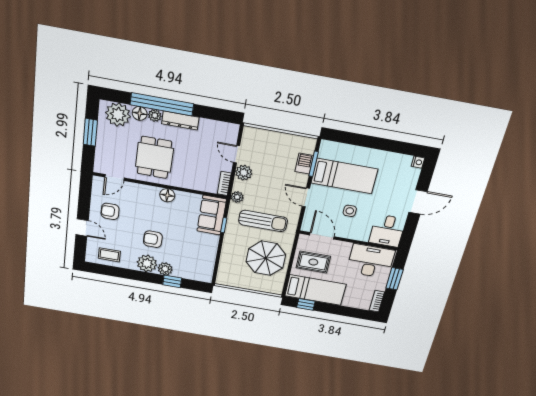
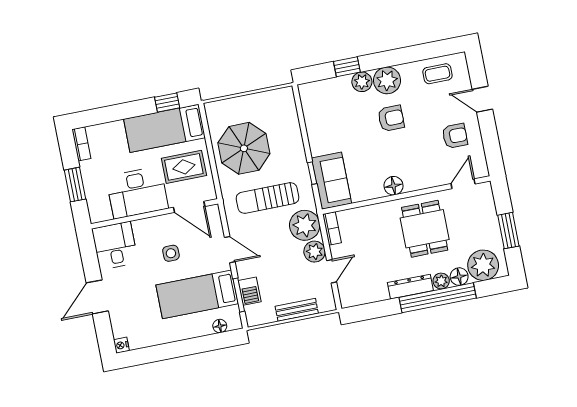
bench: (274, 137) -> (297, 310), added
floor lamp: (338, 148) -> (220, 326), added
door: (237, 154) -> (332, 271), hinge flipped
plant: (237, 197) -> (305, 225), width x1.87, depth x1.87
desk: (370, 261) -> (137, 193), moved

